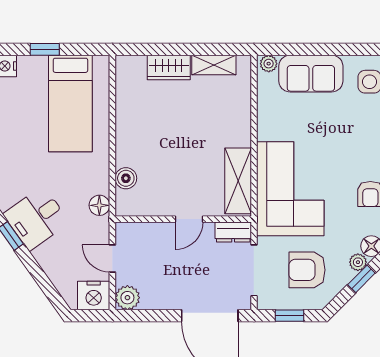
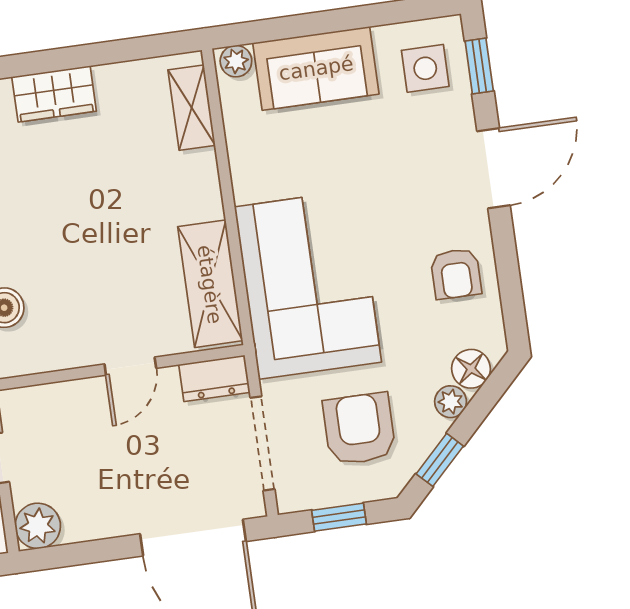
shelving: (214, 65) -> (192, 108), moved, turned 90
armchair: (307, 270) -> (359, 429), turned 90
window: (361, 279) -> (440, 460), moved

